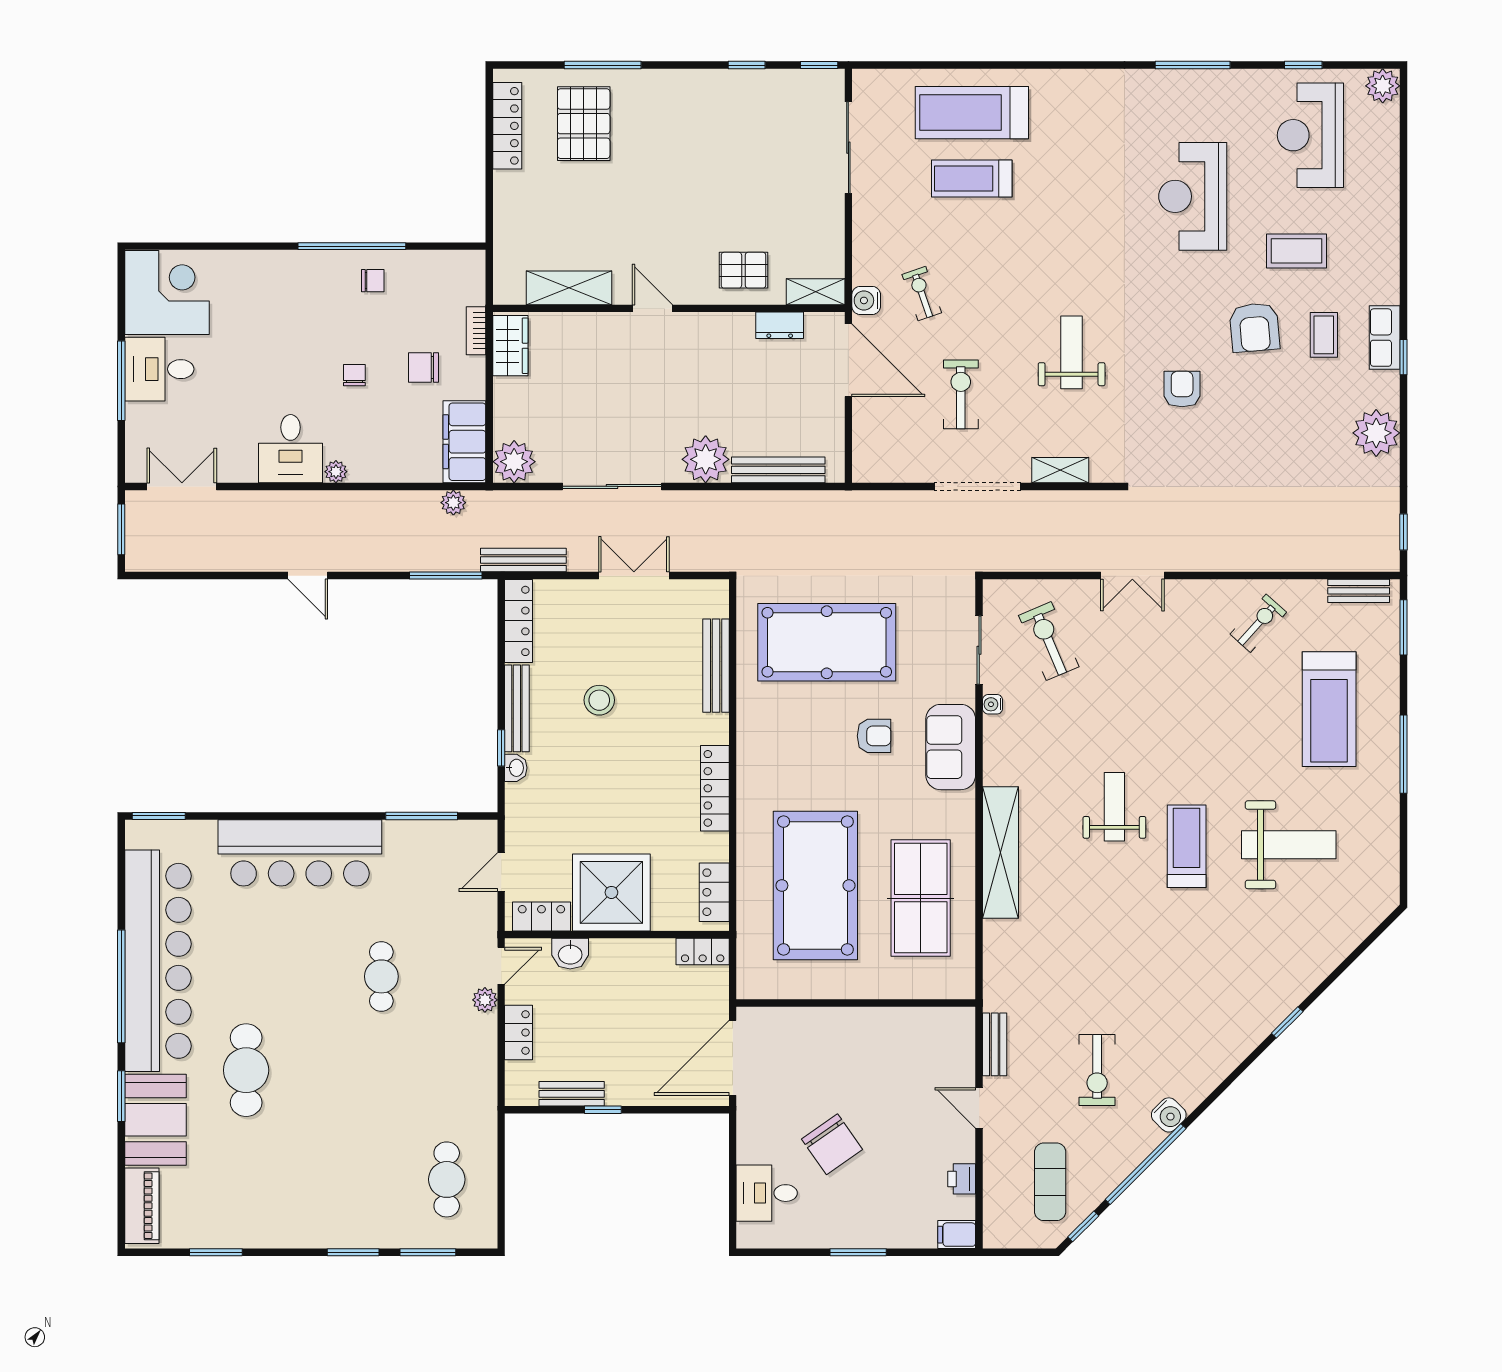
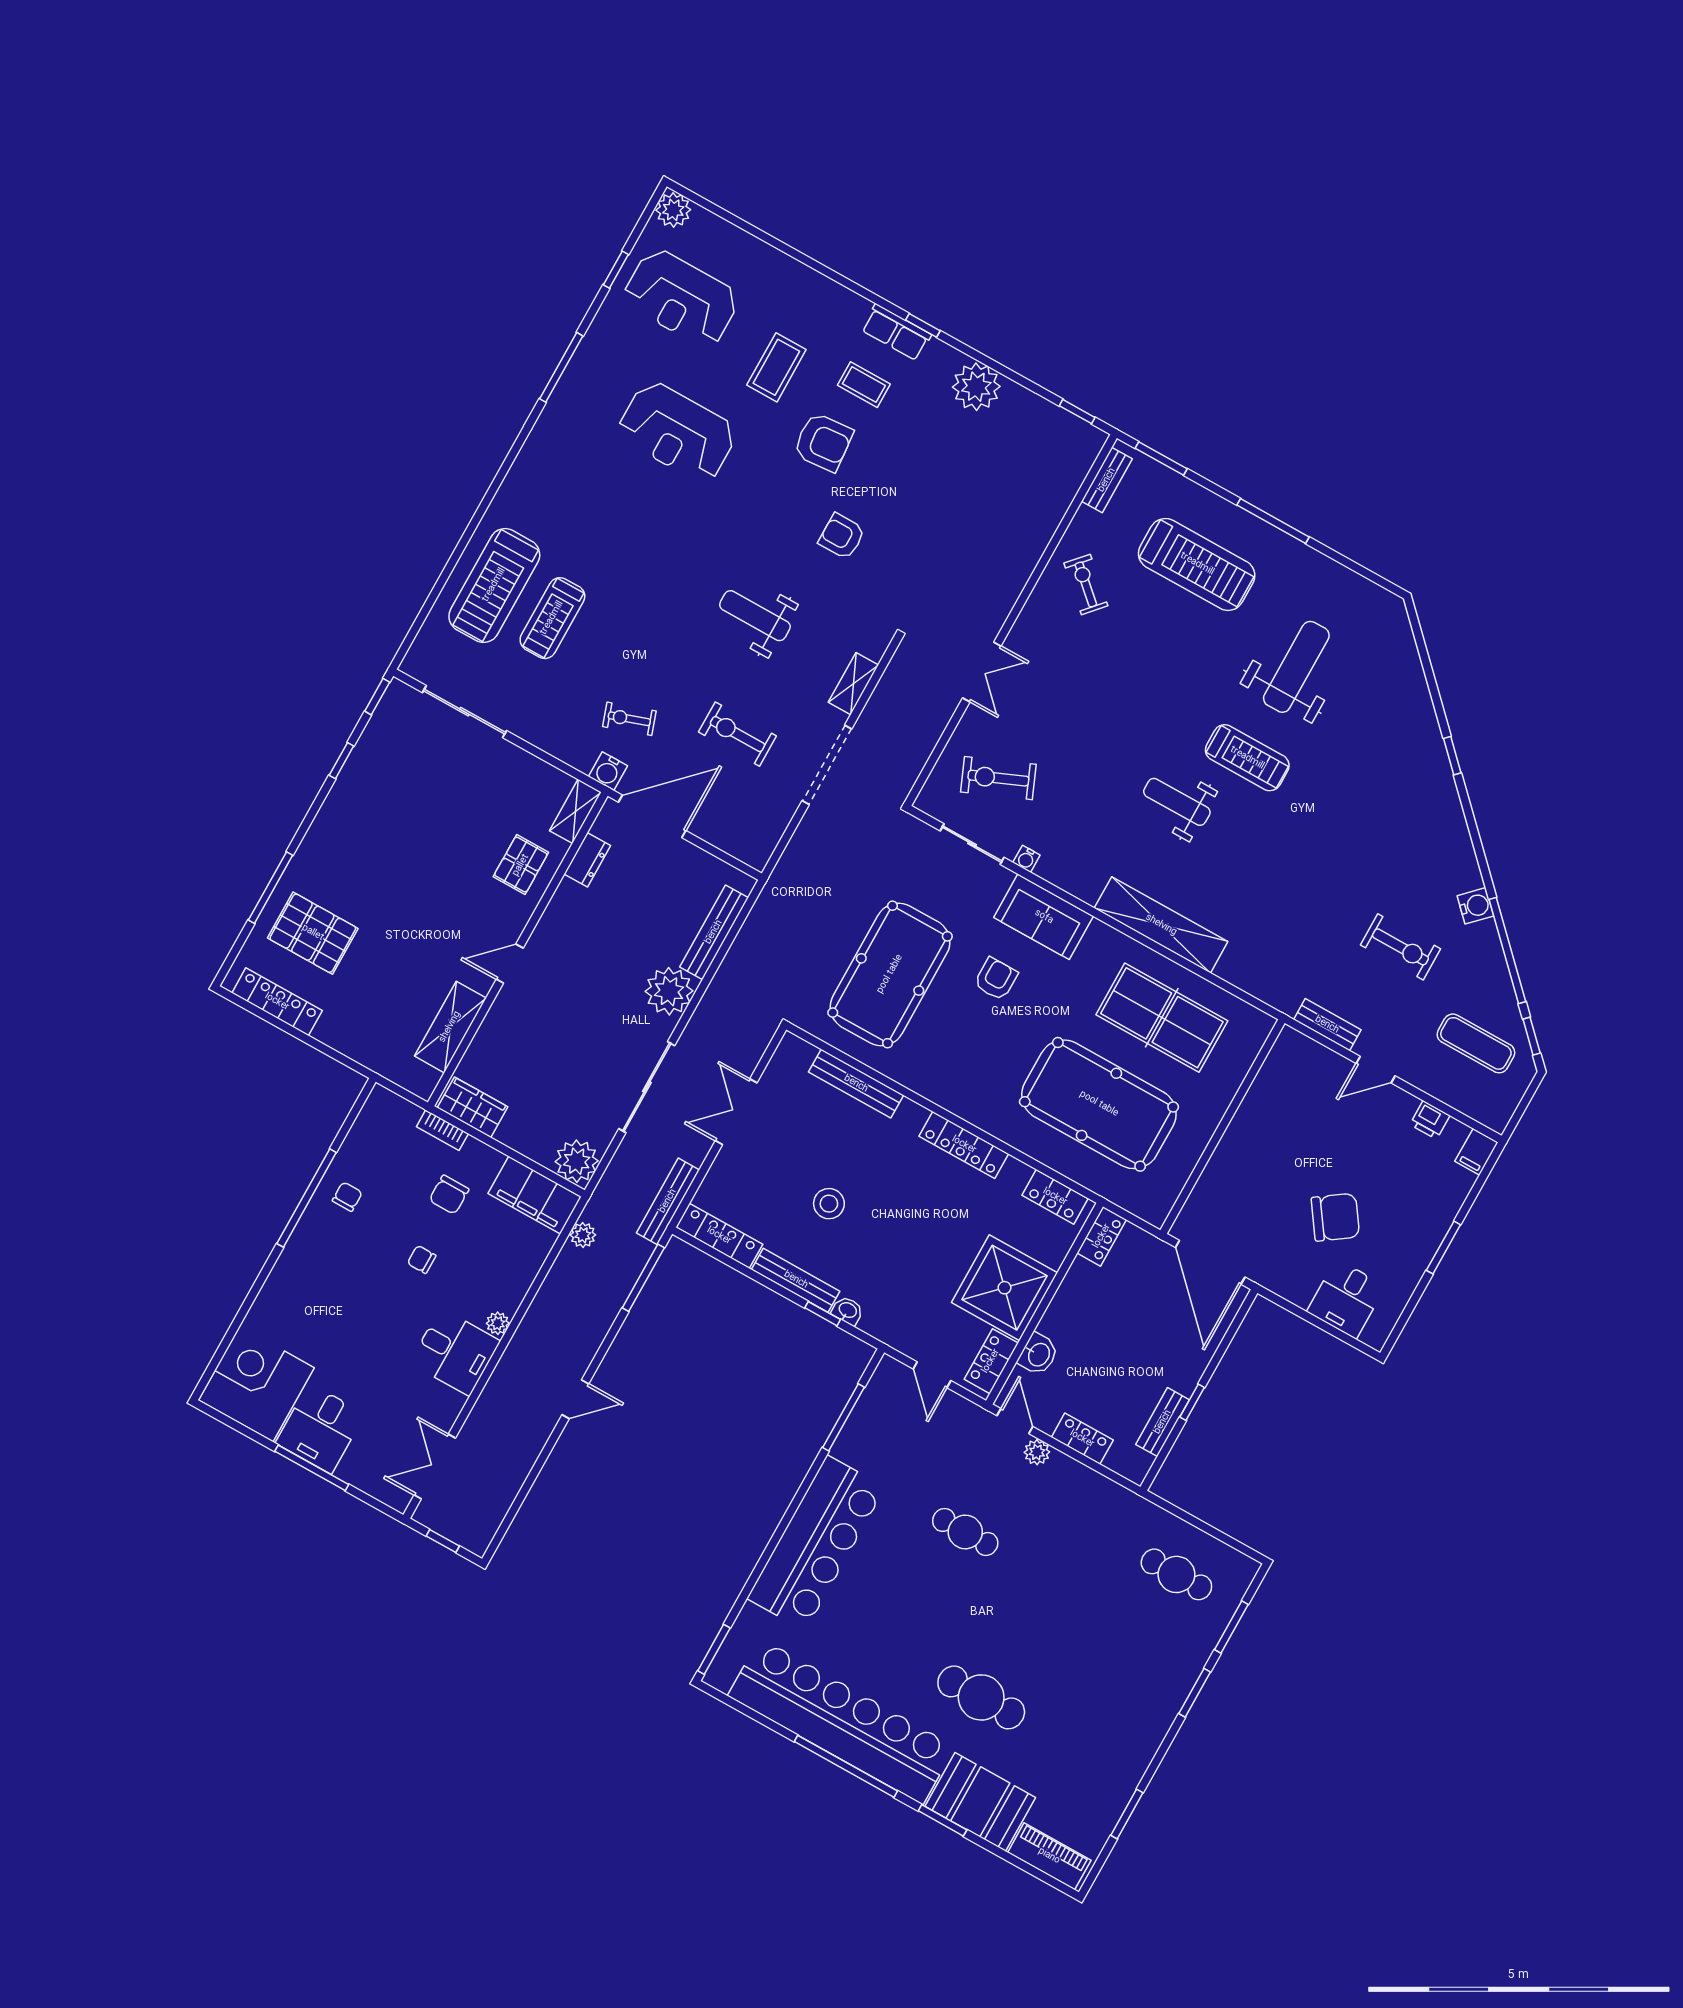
window: (121, 529) -> (443, 1541), width x0.67
treadmill: (1187, 846) -> (1247, 758), turned 180

